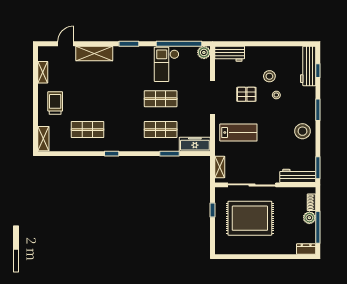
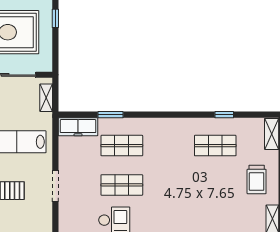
doorway: (213, 98) -> (55, 186), width x0.73
window: (112, 154) -> (224, 115), moved
window: (213, 210) -> (55, 18), moved

